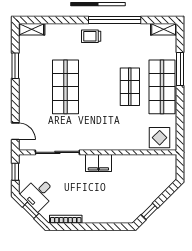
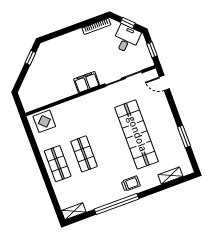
shelving: (32, 29) -> (170, 176), moved
window: (180, 69) -> (48, 184), removed
shop shelf: (65, 87) -> (137, 134), width x1.40
shop shelf: (162, 87) -> (58, 164), width x0.70, depth x0.74

